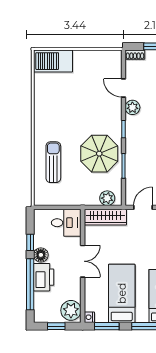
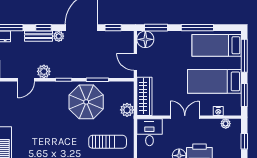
sun lounger: (53, 162) -> (108, 142), moved, turned 180
plant: (107, 198) -> (127, 110), moved
plant: (71, 310) -> (226, 124), width x0.53, depth x0.53
nightstand: (89, 317) -> (218, 111), moved

